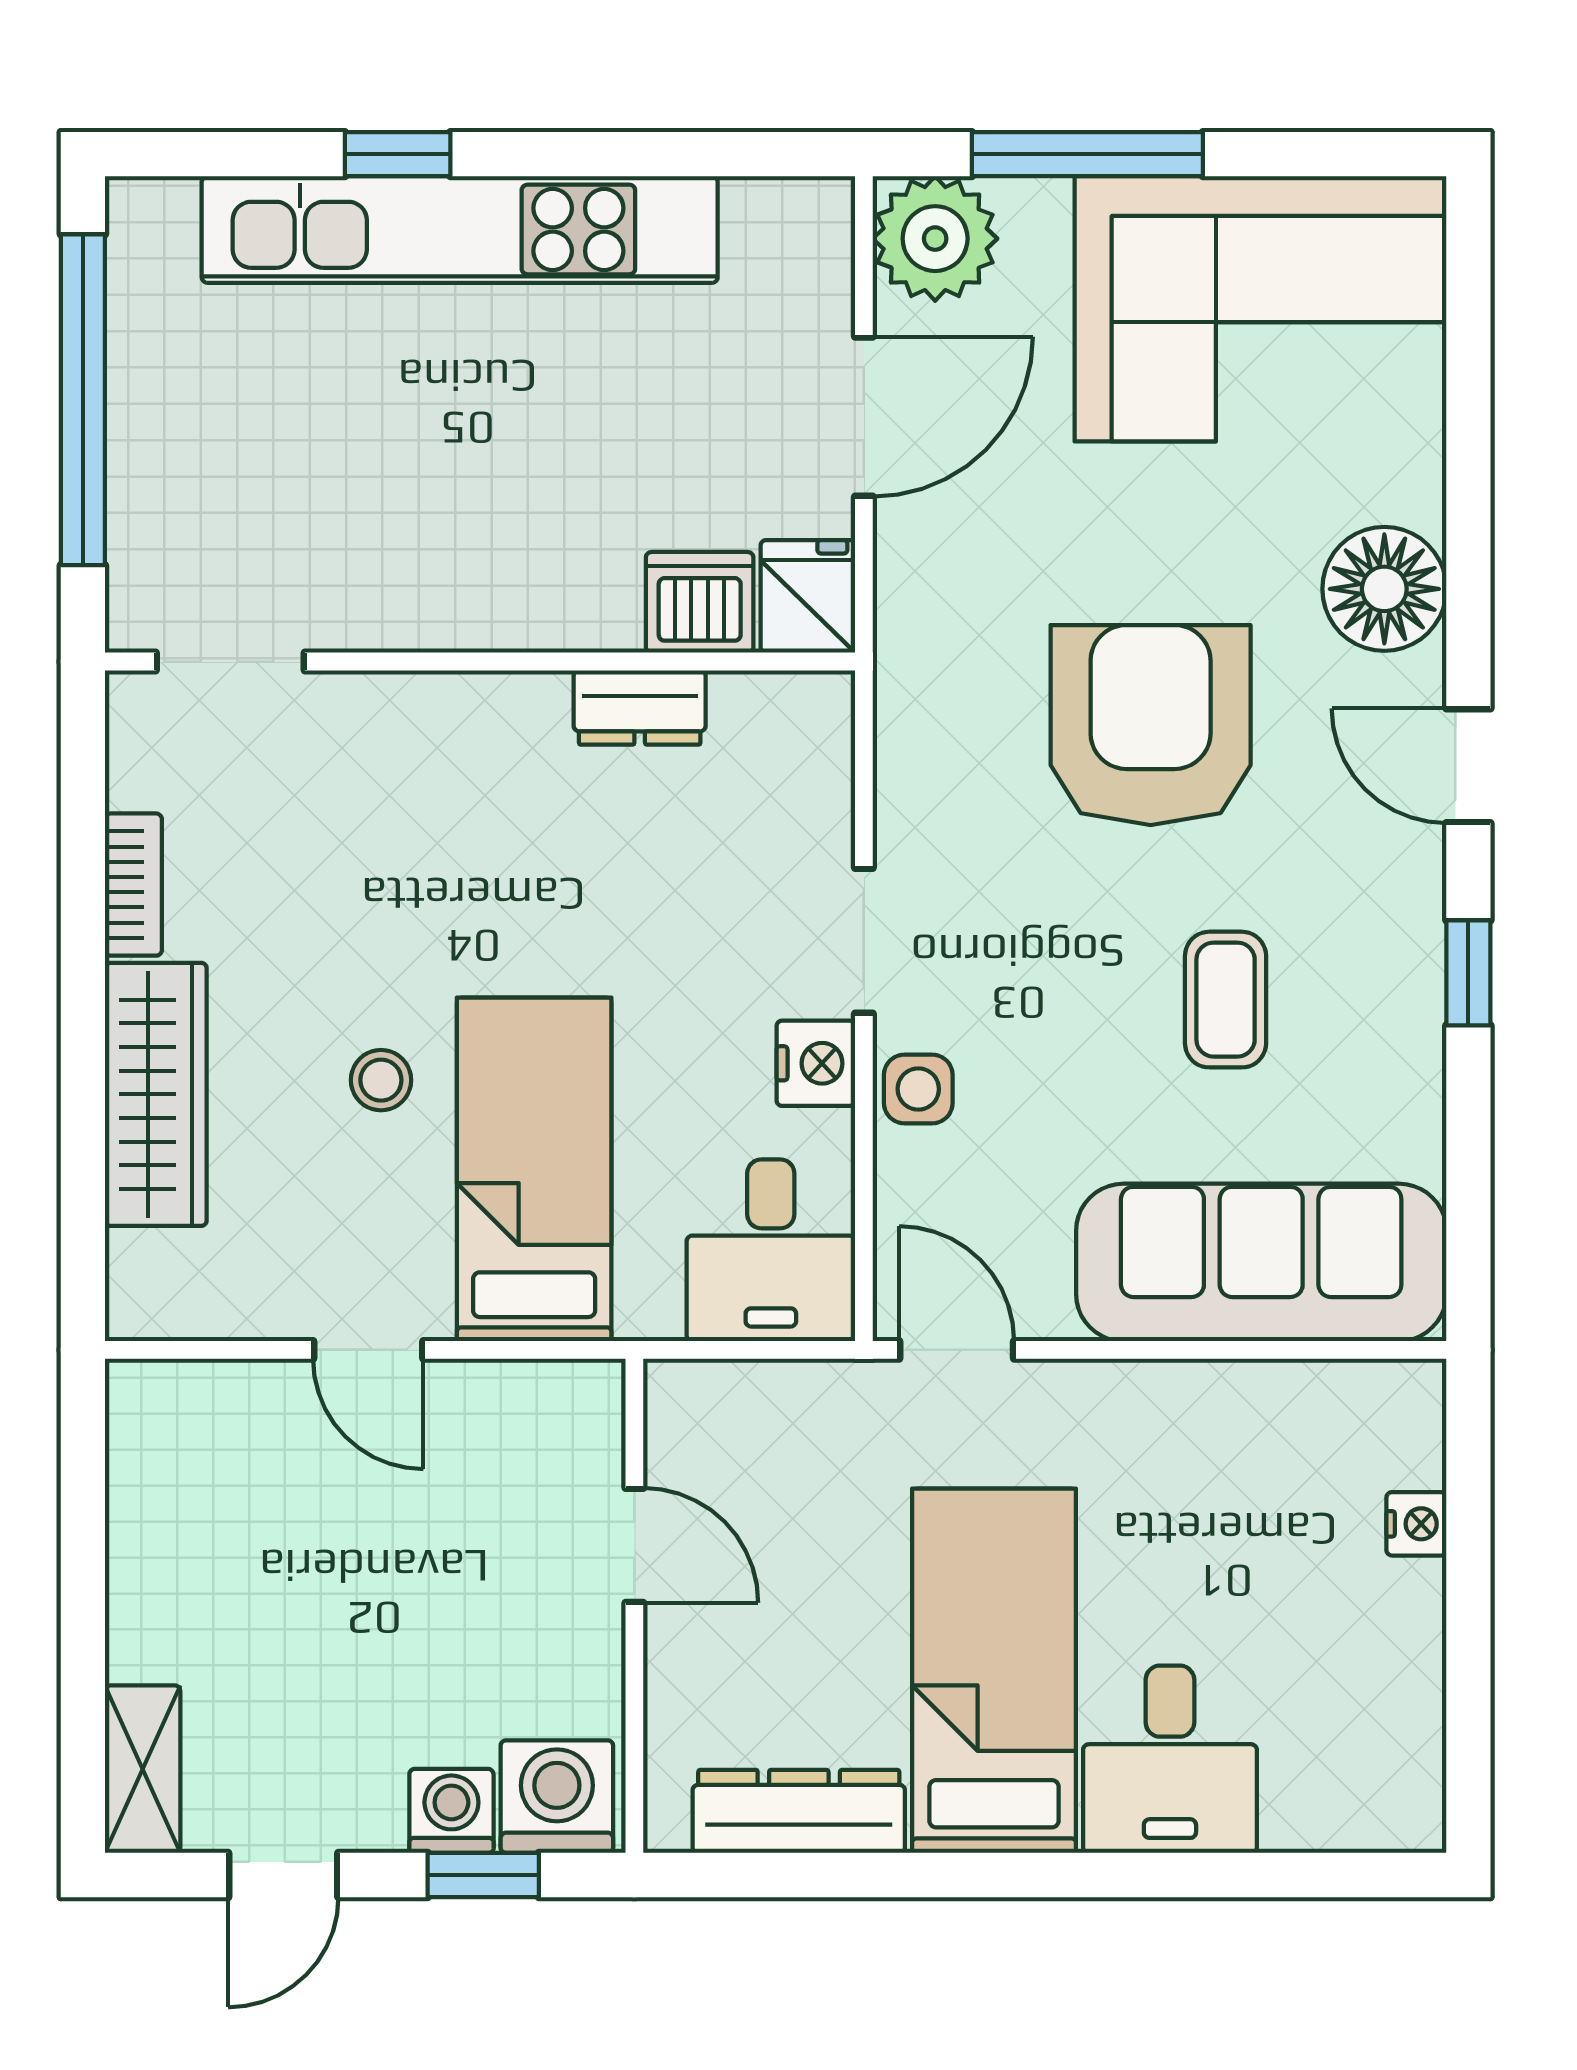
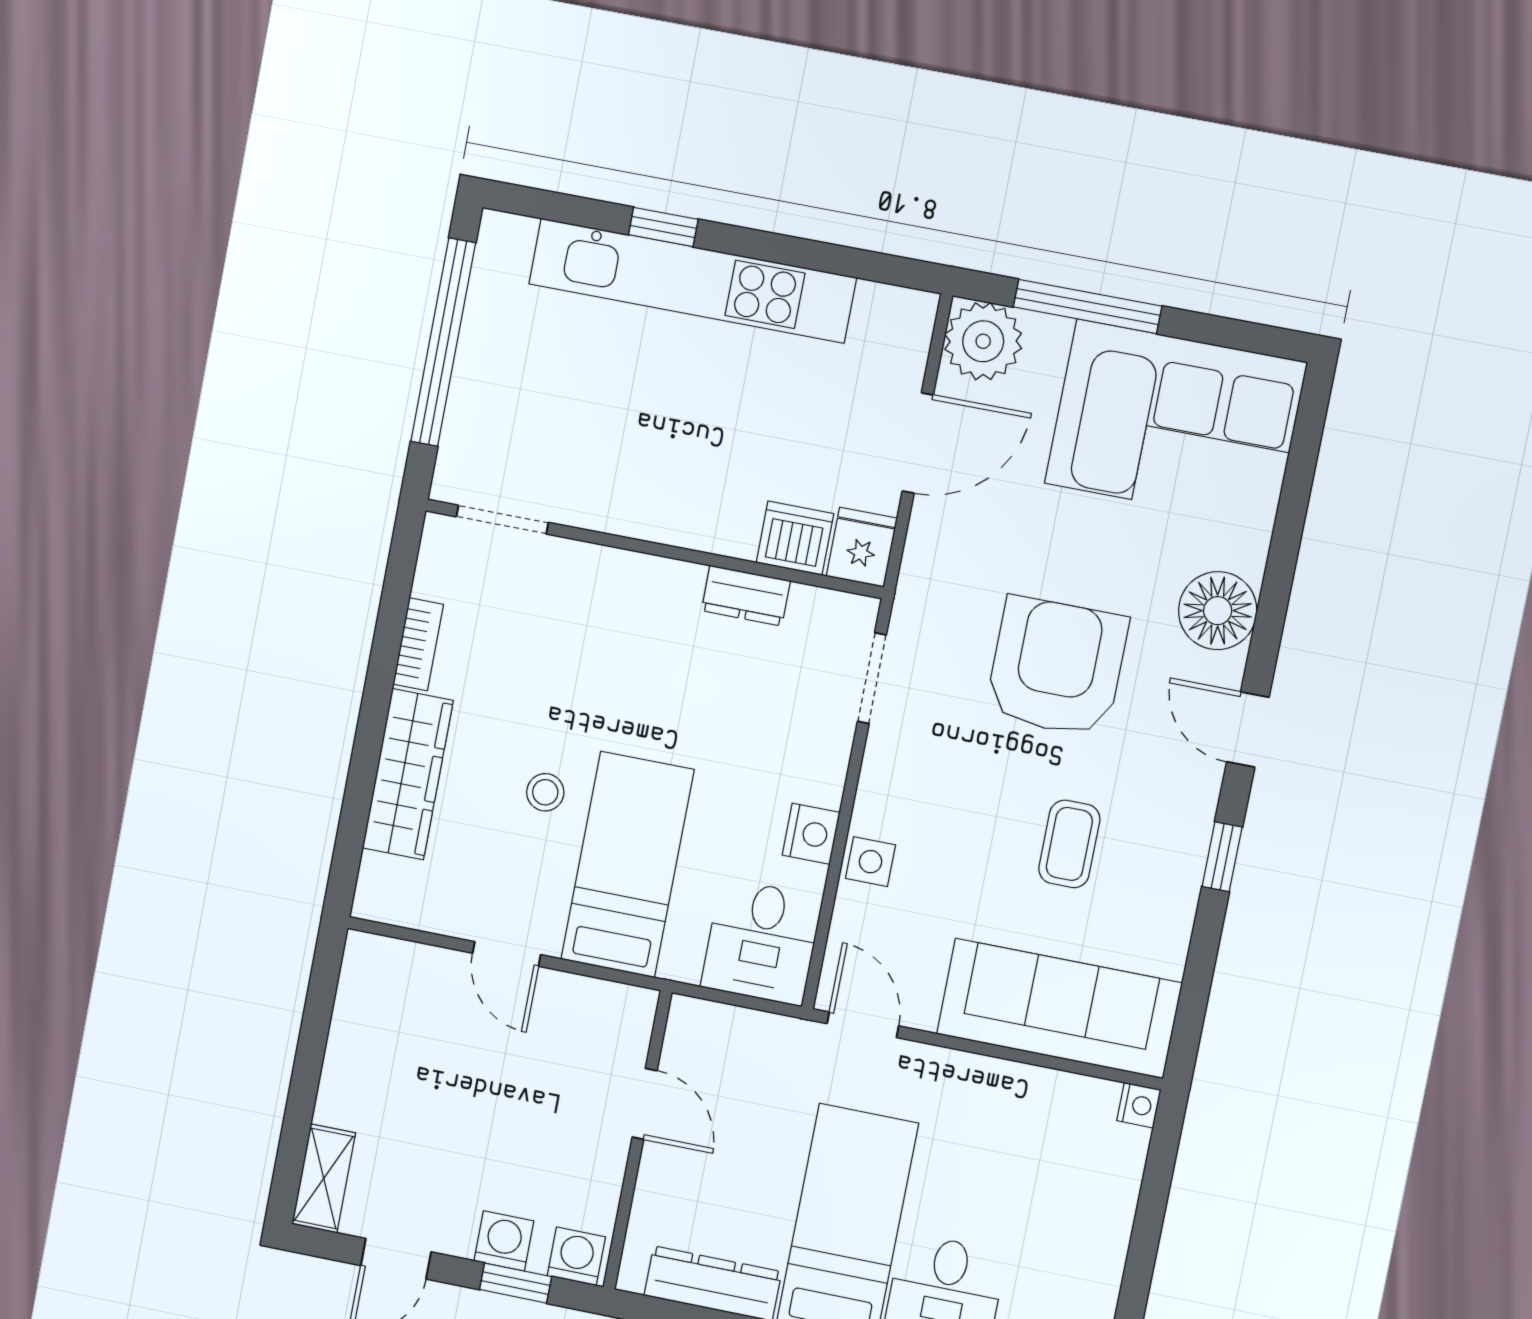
doorway: (864, 941) -> (872, 678), moved
nightstand: (1416, 1524) -> (1139, 1105), moved
washing machine: (557, 1797) -> (576, 1256), width x0.73, depth x0.73

